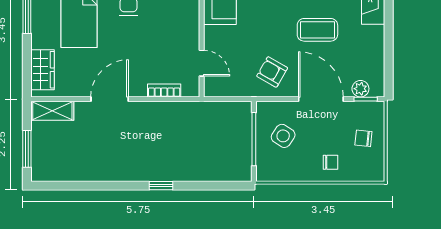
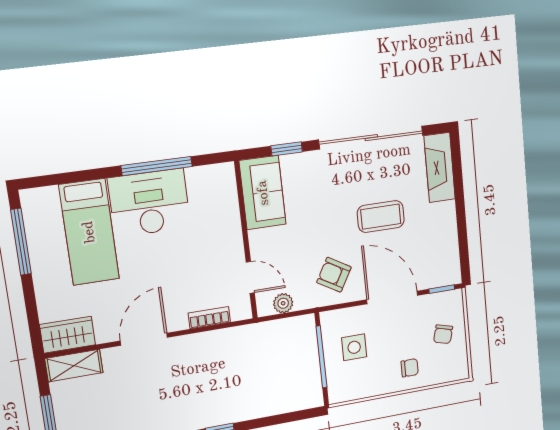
wardrobe: (42, 70) -> (68, 335), moved, turned -90
plant: (360, 89) -> (283, 303), moved
side table: (283, 136) -> (354, 347), turned -33
chair: (363, 138) -> (443, 334), turned -81

